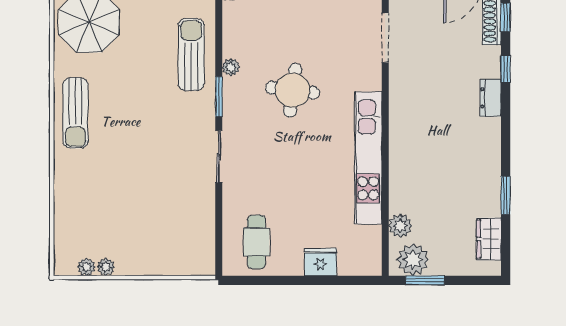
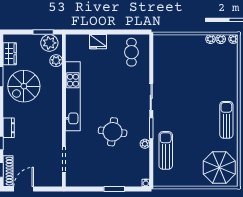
sun lounger: (191, 55) -> (166, 150), turned 180
spiral stairs: (462, 177) -> (24, 86), added
plant: (62, 267) -> (233, 39), added

